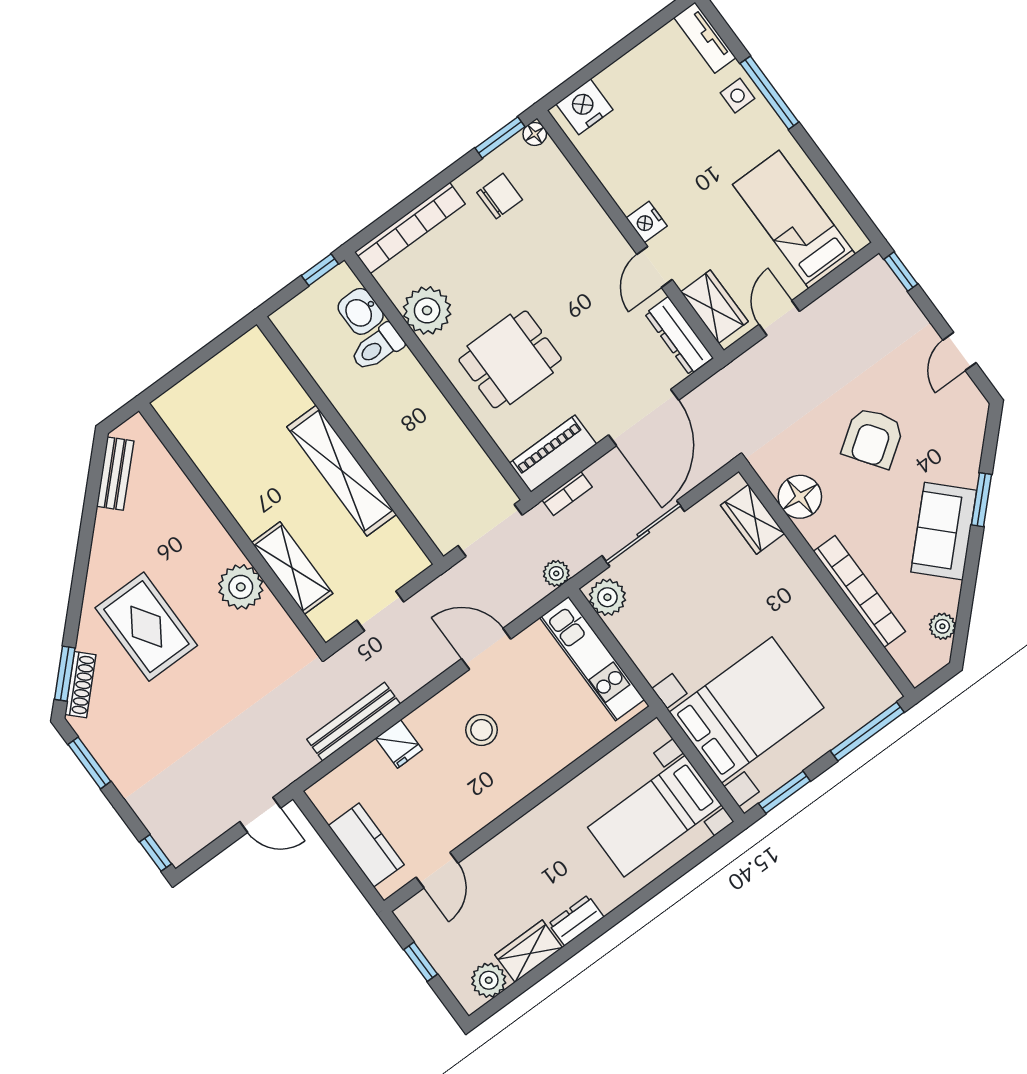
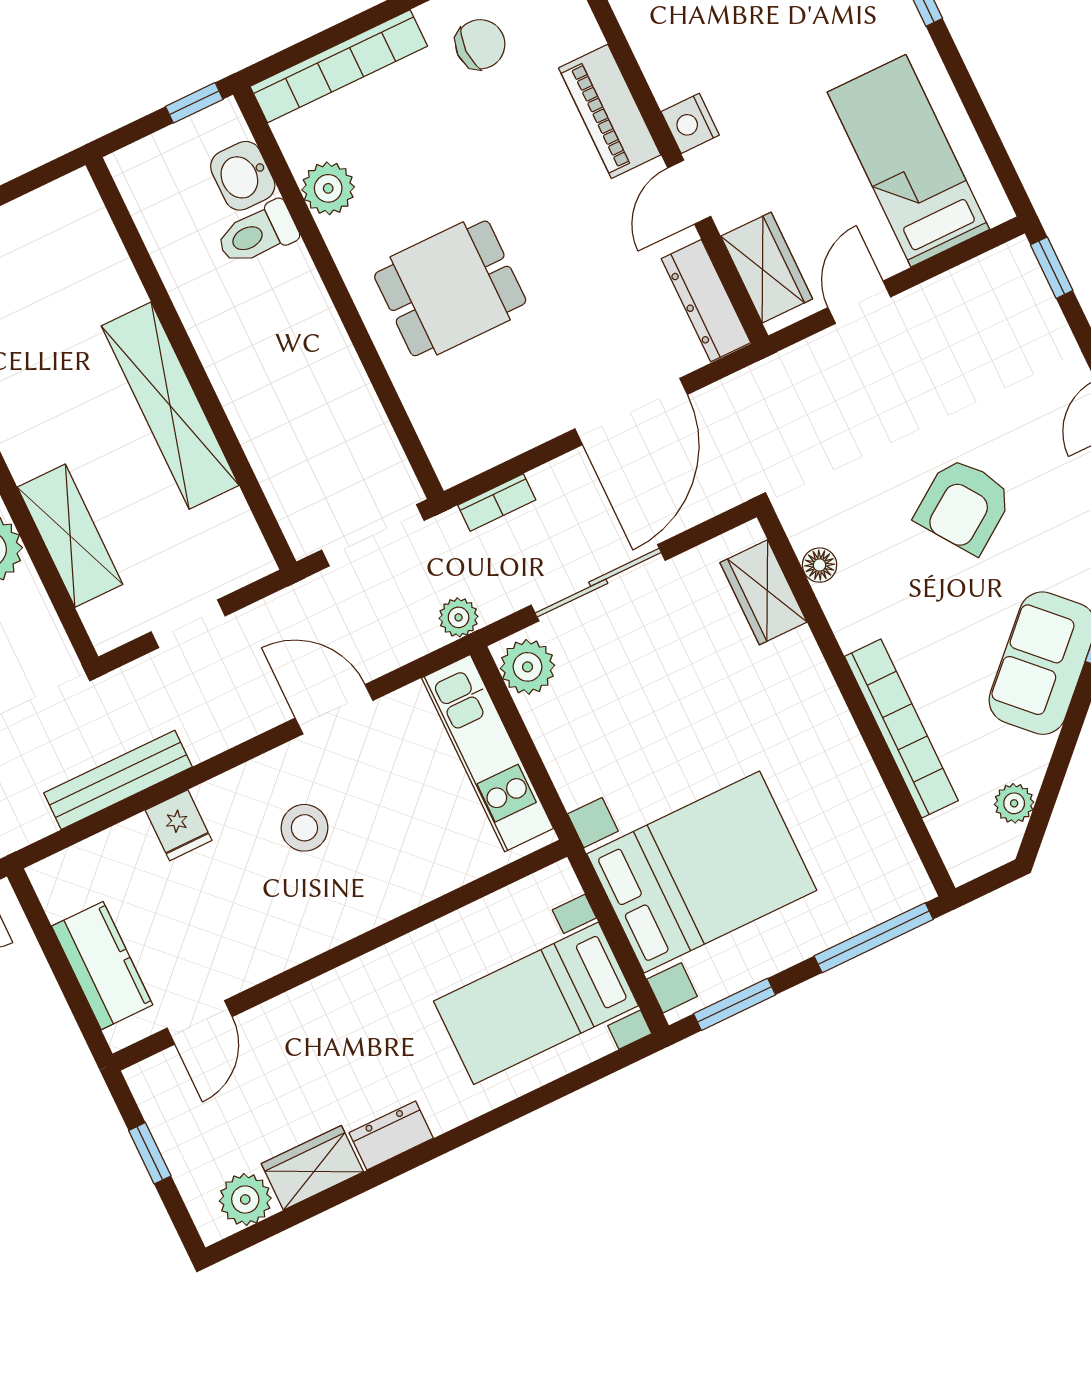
plant: (427, 310) -> (328, 188), width x0.73, depth x0.73
piano: (553, 454) -> (610, 111), moved, turned -90
floor lamp: (800, 497) -> (820, 565), width x0.53, depth x0.53

